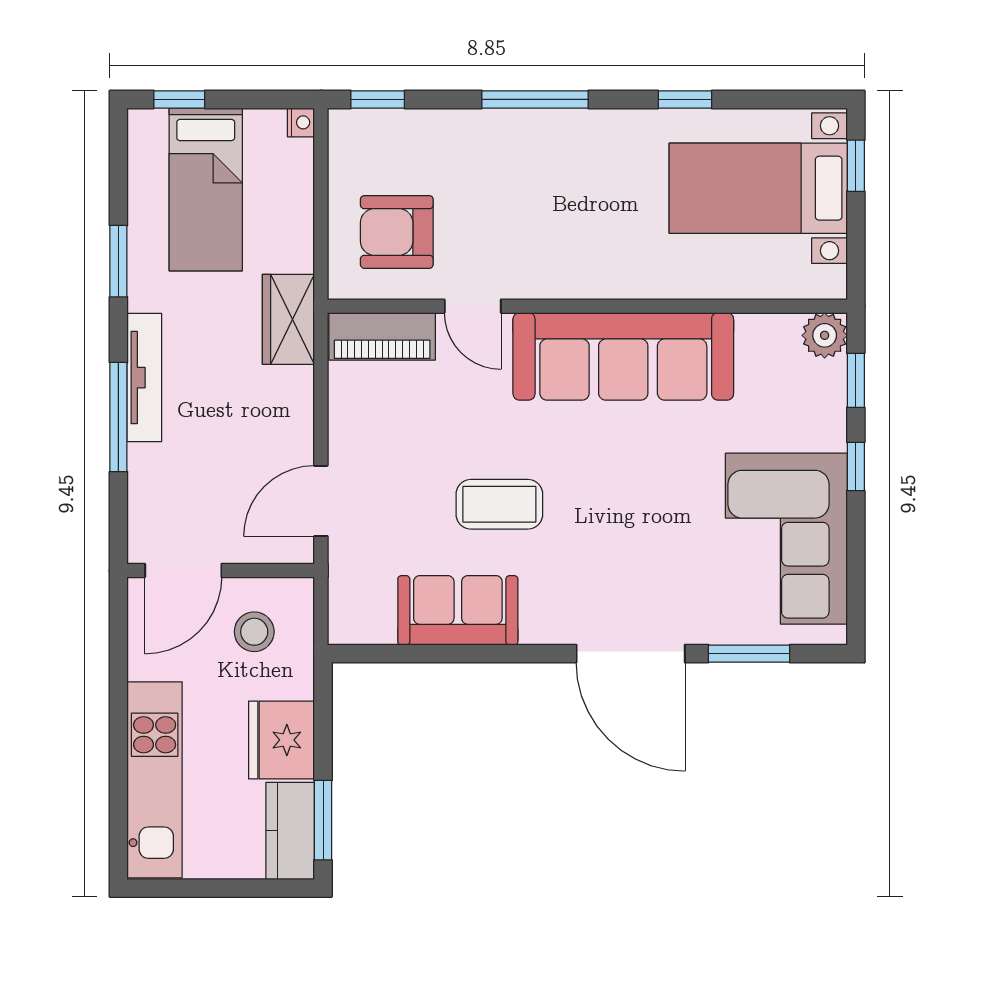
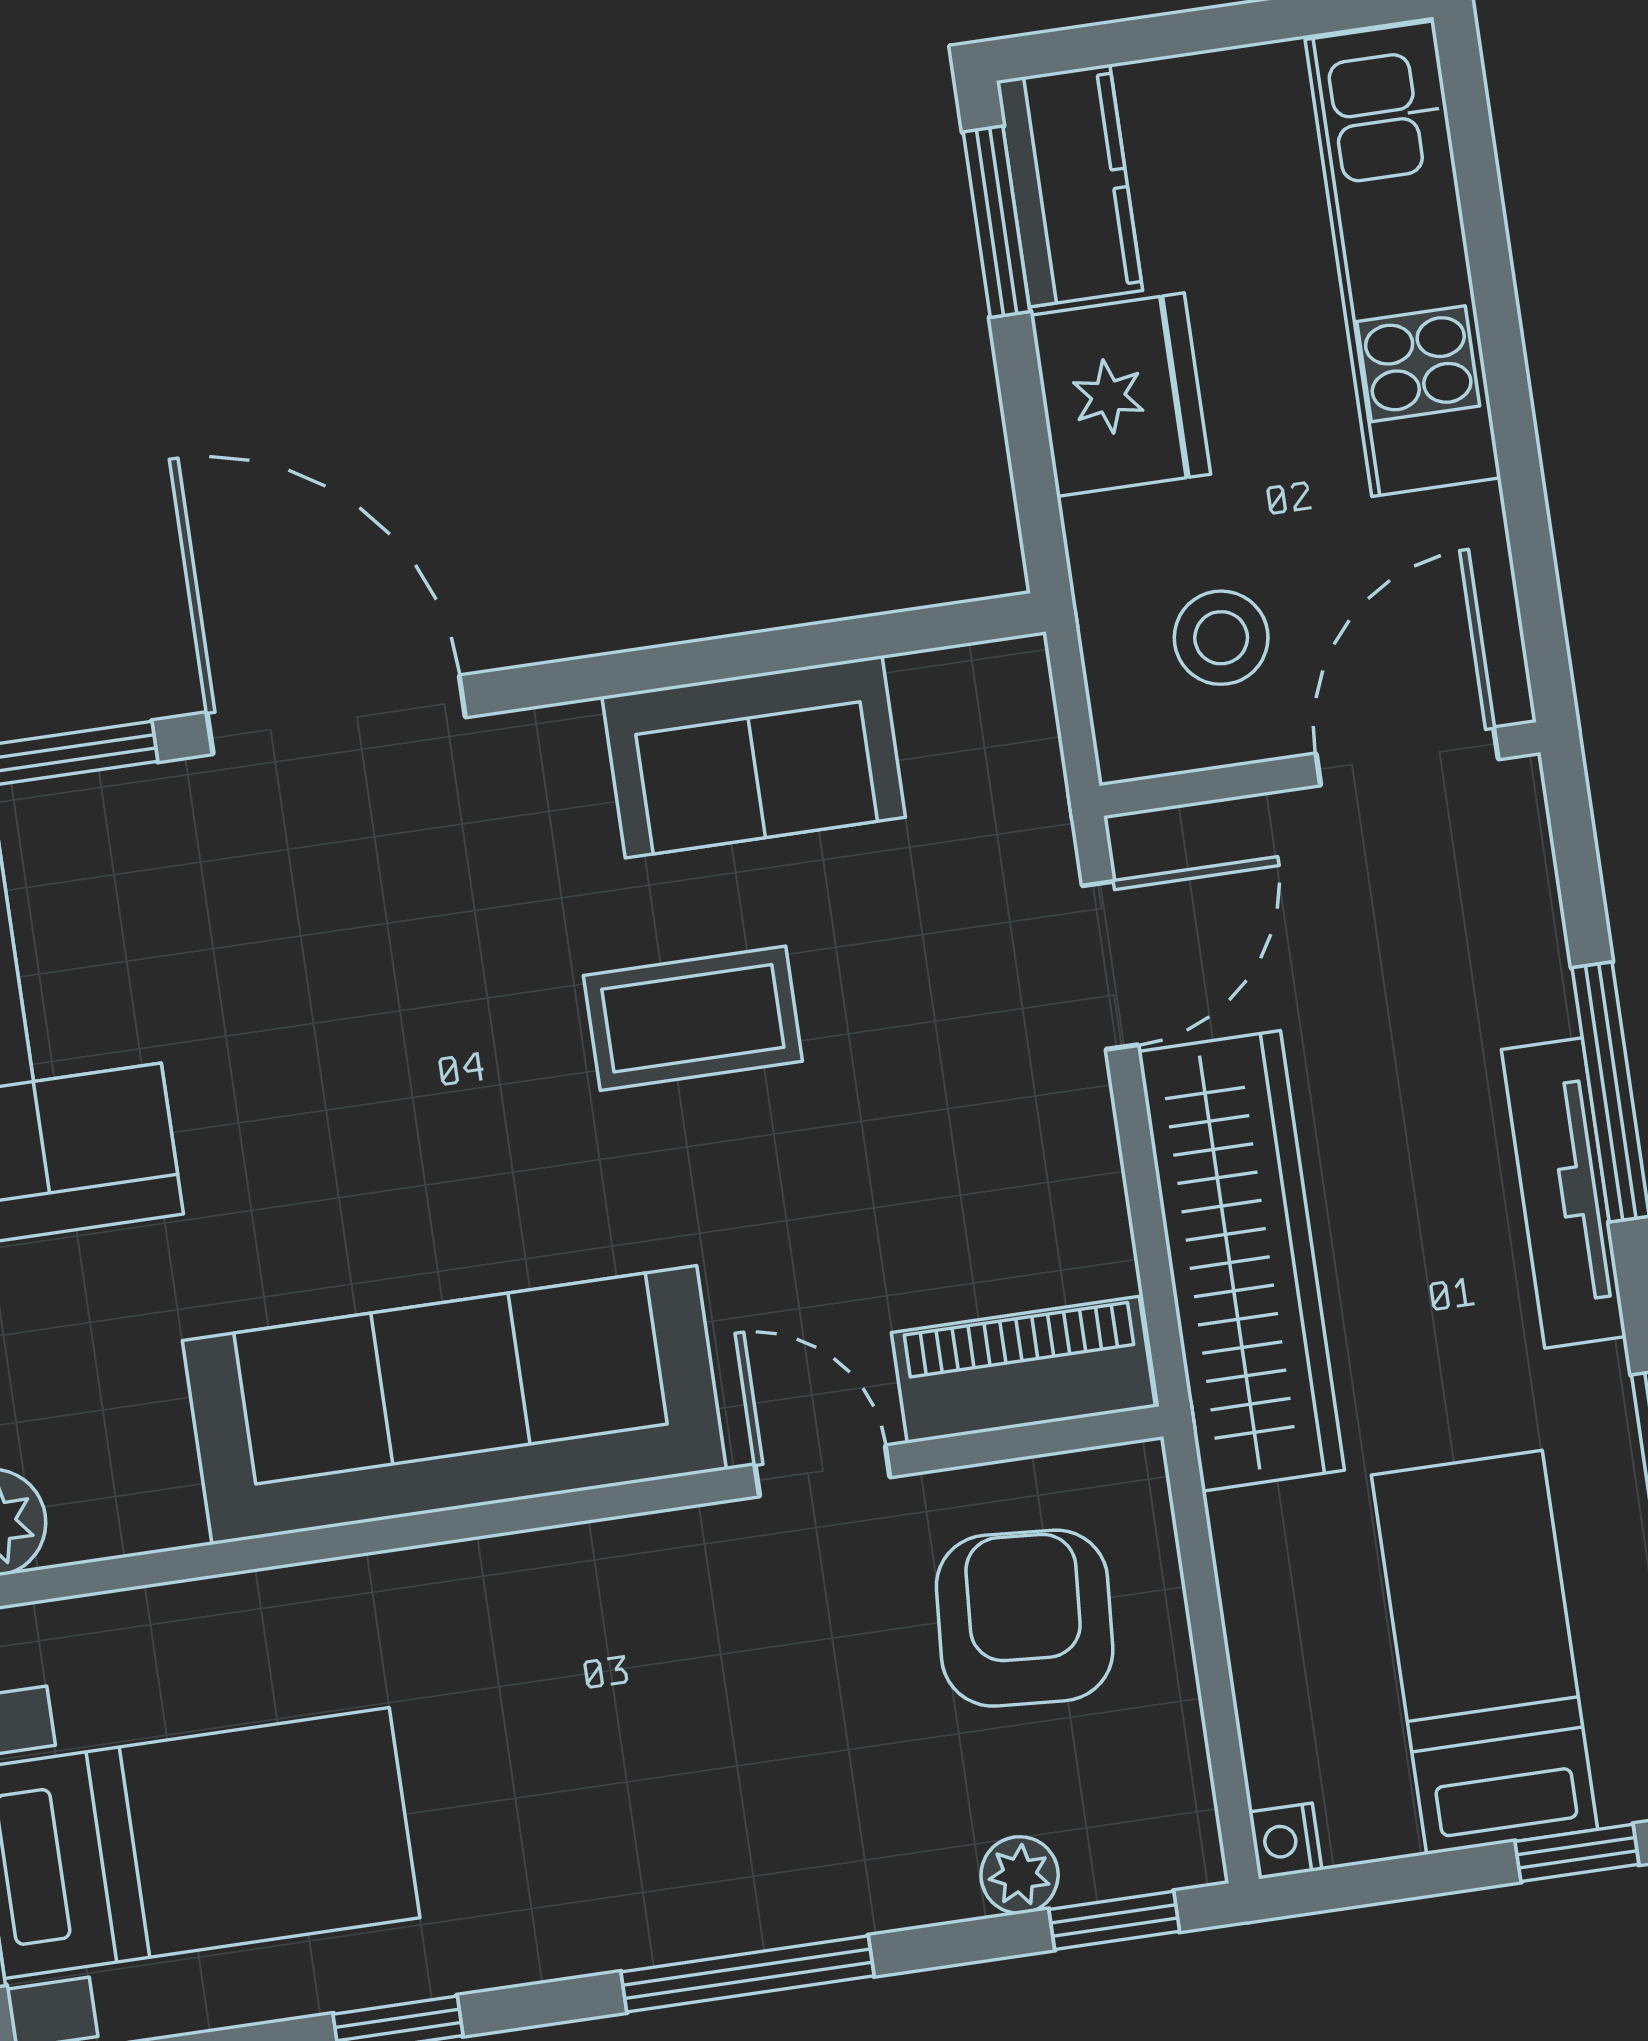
plant: (415, 124) -> (1020, 1875), added
armchair: (397, 232) -> (1025, 1618), turned -86
wardrobe: (288, 319) -> (1241, 1261), width x2.10, depth x1.17

